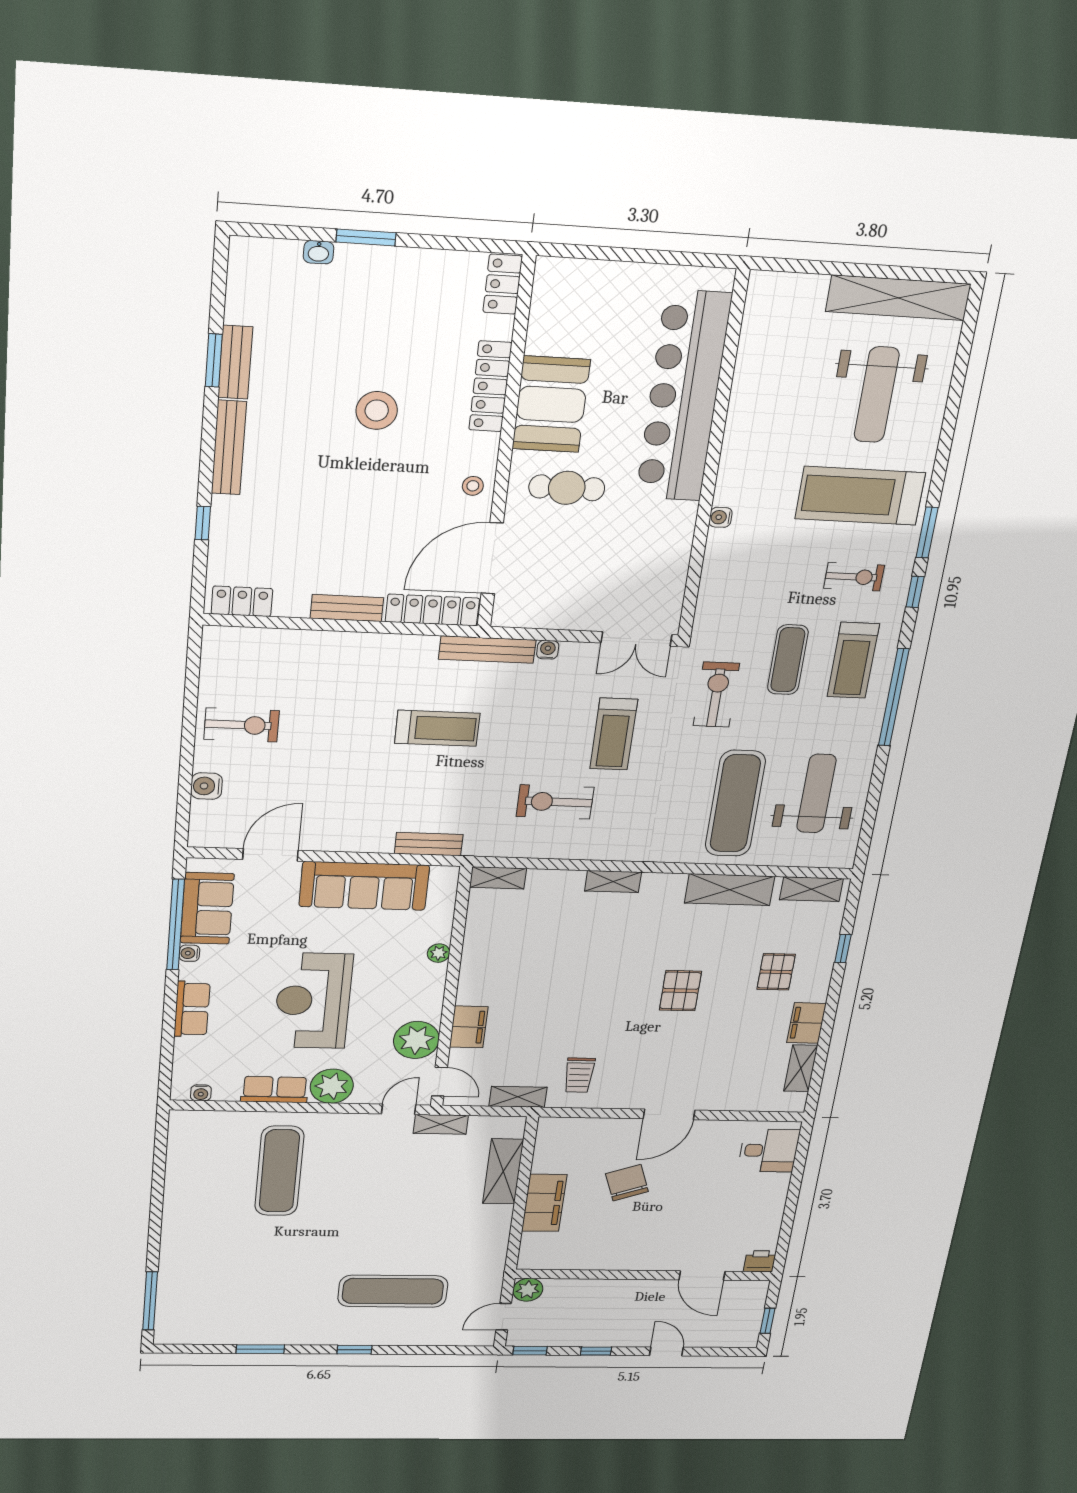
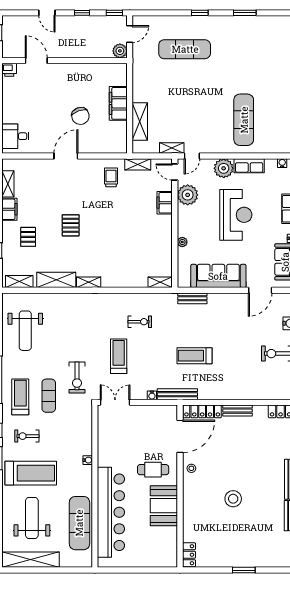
washbasin: (318, 252) -> (261, 563), removed
locker: (490, 386) -> (189, 512), removed
exercise bike: (555, 802) -> (140, 322), width x0.73, depth x0.72
exercise mat: (735, 803) -> (79, 523), moved
shelving: (613, 881) -> (89, 282), moved

